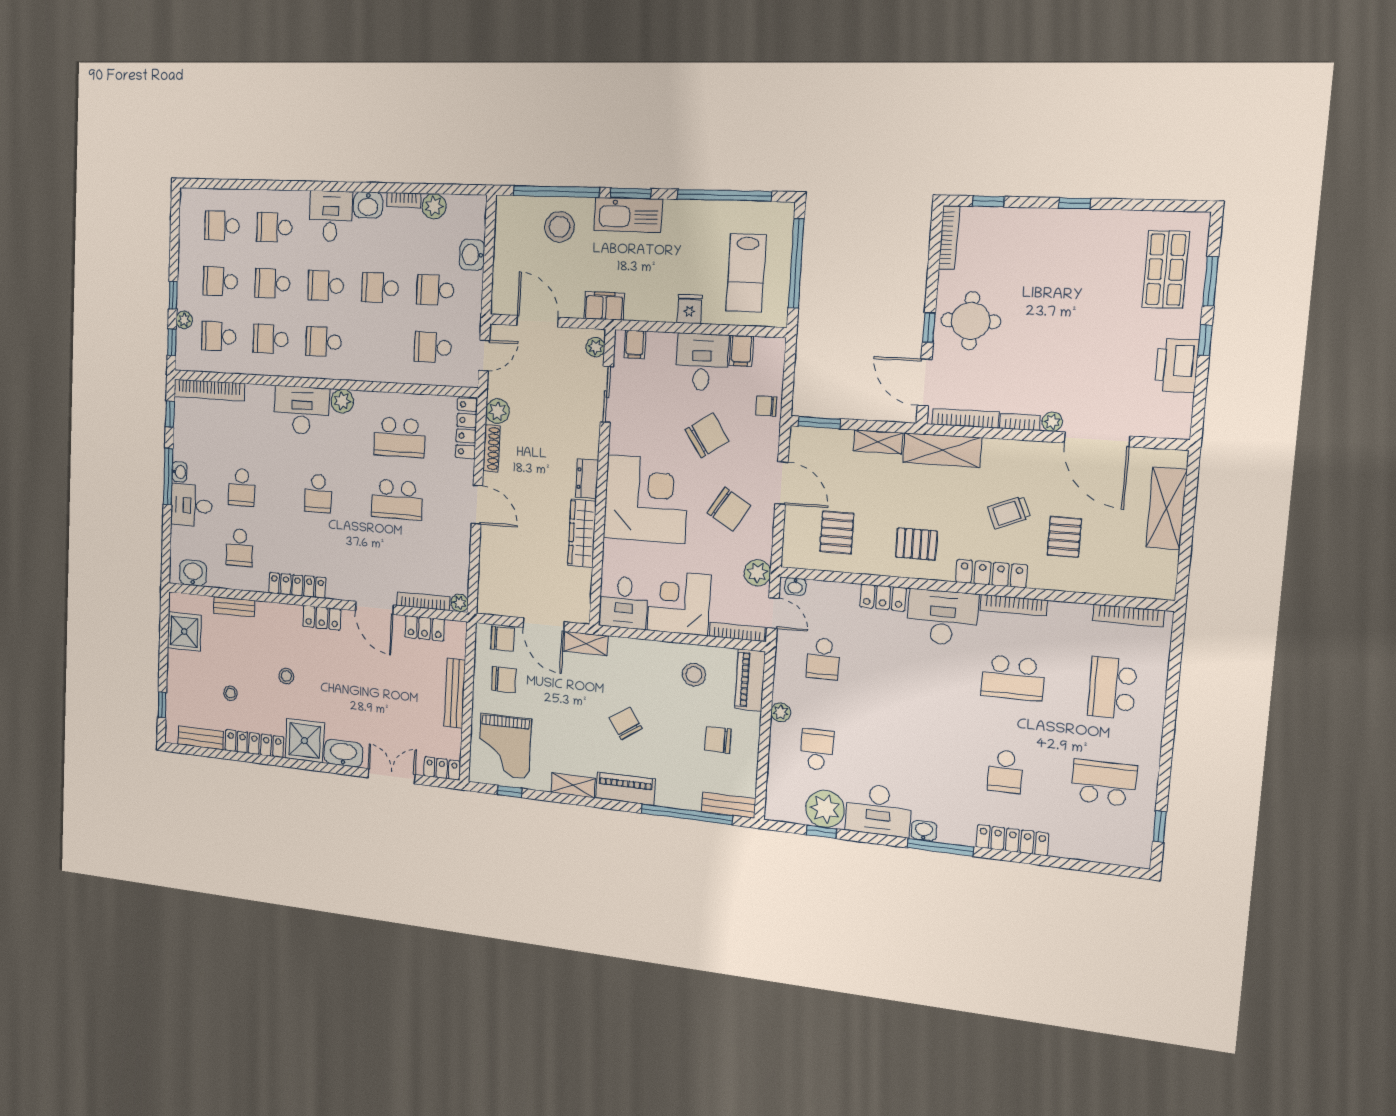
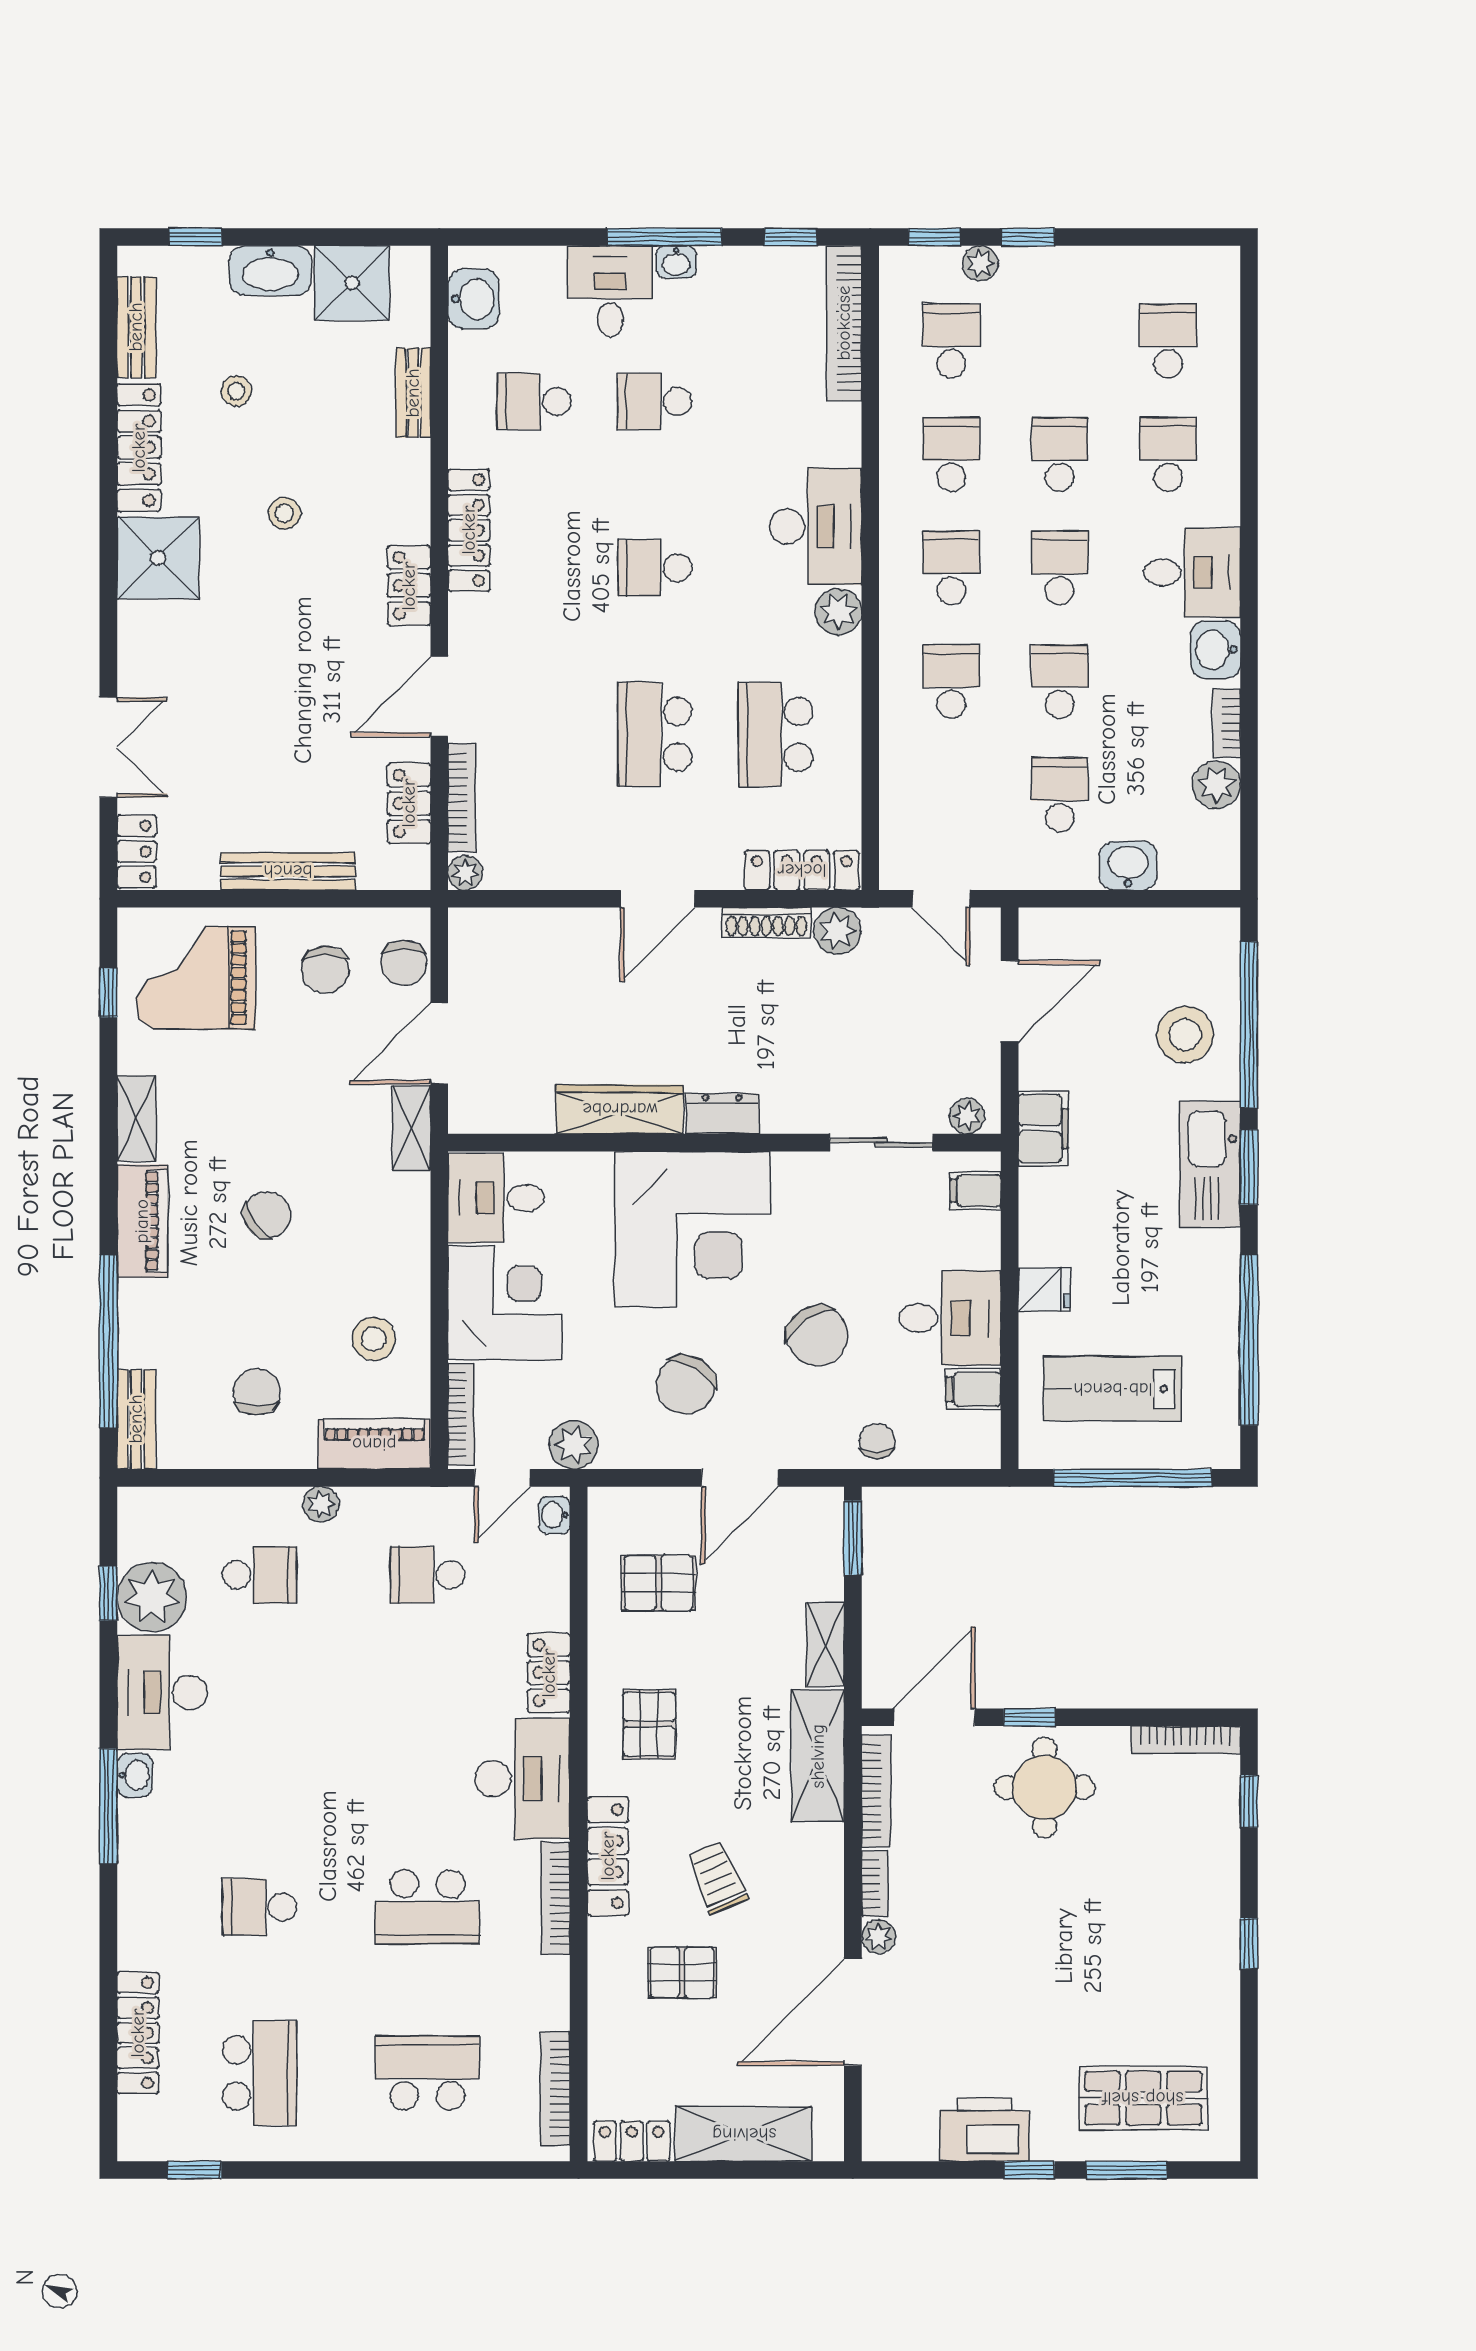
school desk: (220, 281) -> (1060, 341), removed
school desk: (433, 347) -> (951, 681), moved
locker: (1165, 574) -> (632, 2141), added
school desk: (1013, 678) -> (427, 1907), turned -90
washbasin: (343, 753) -> (270, 271), moved, turned 90
locker: (1012, 840) -> (138, 2033), moved

